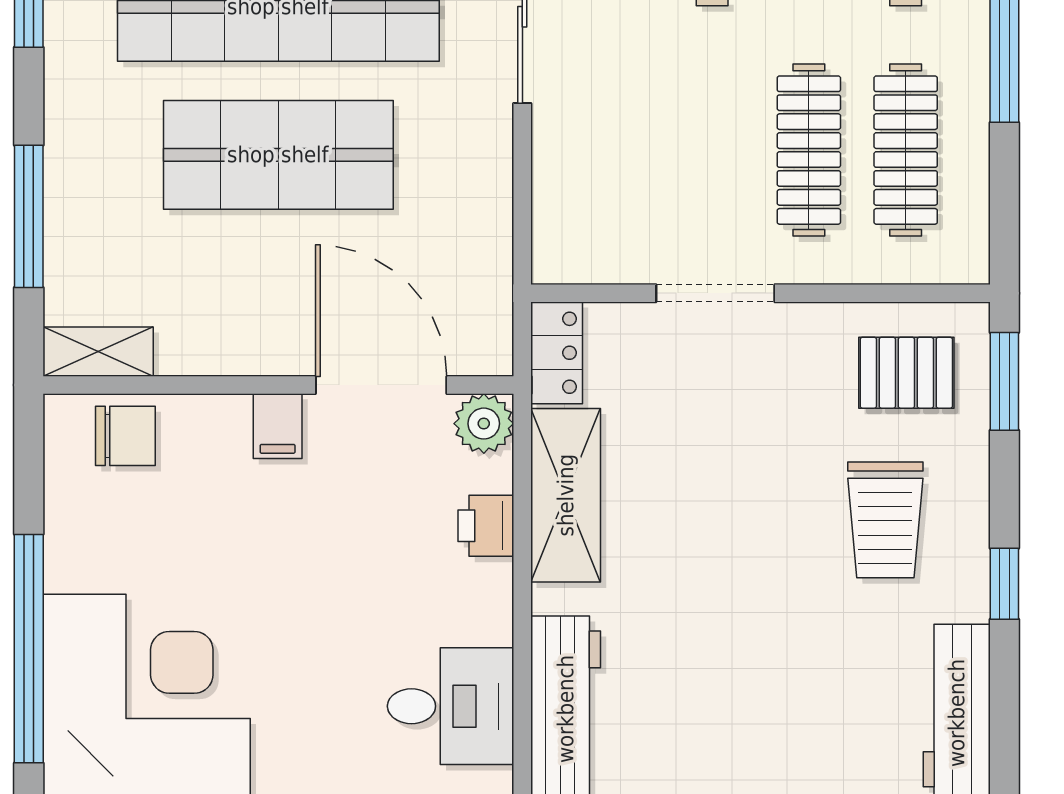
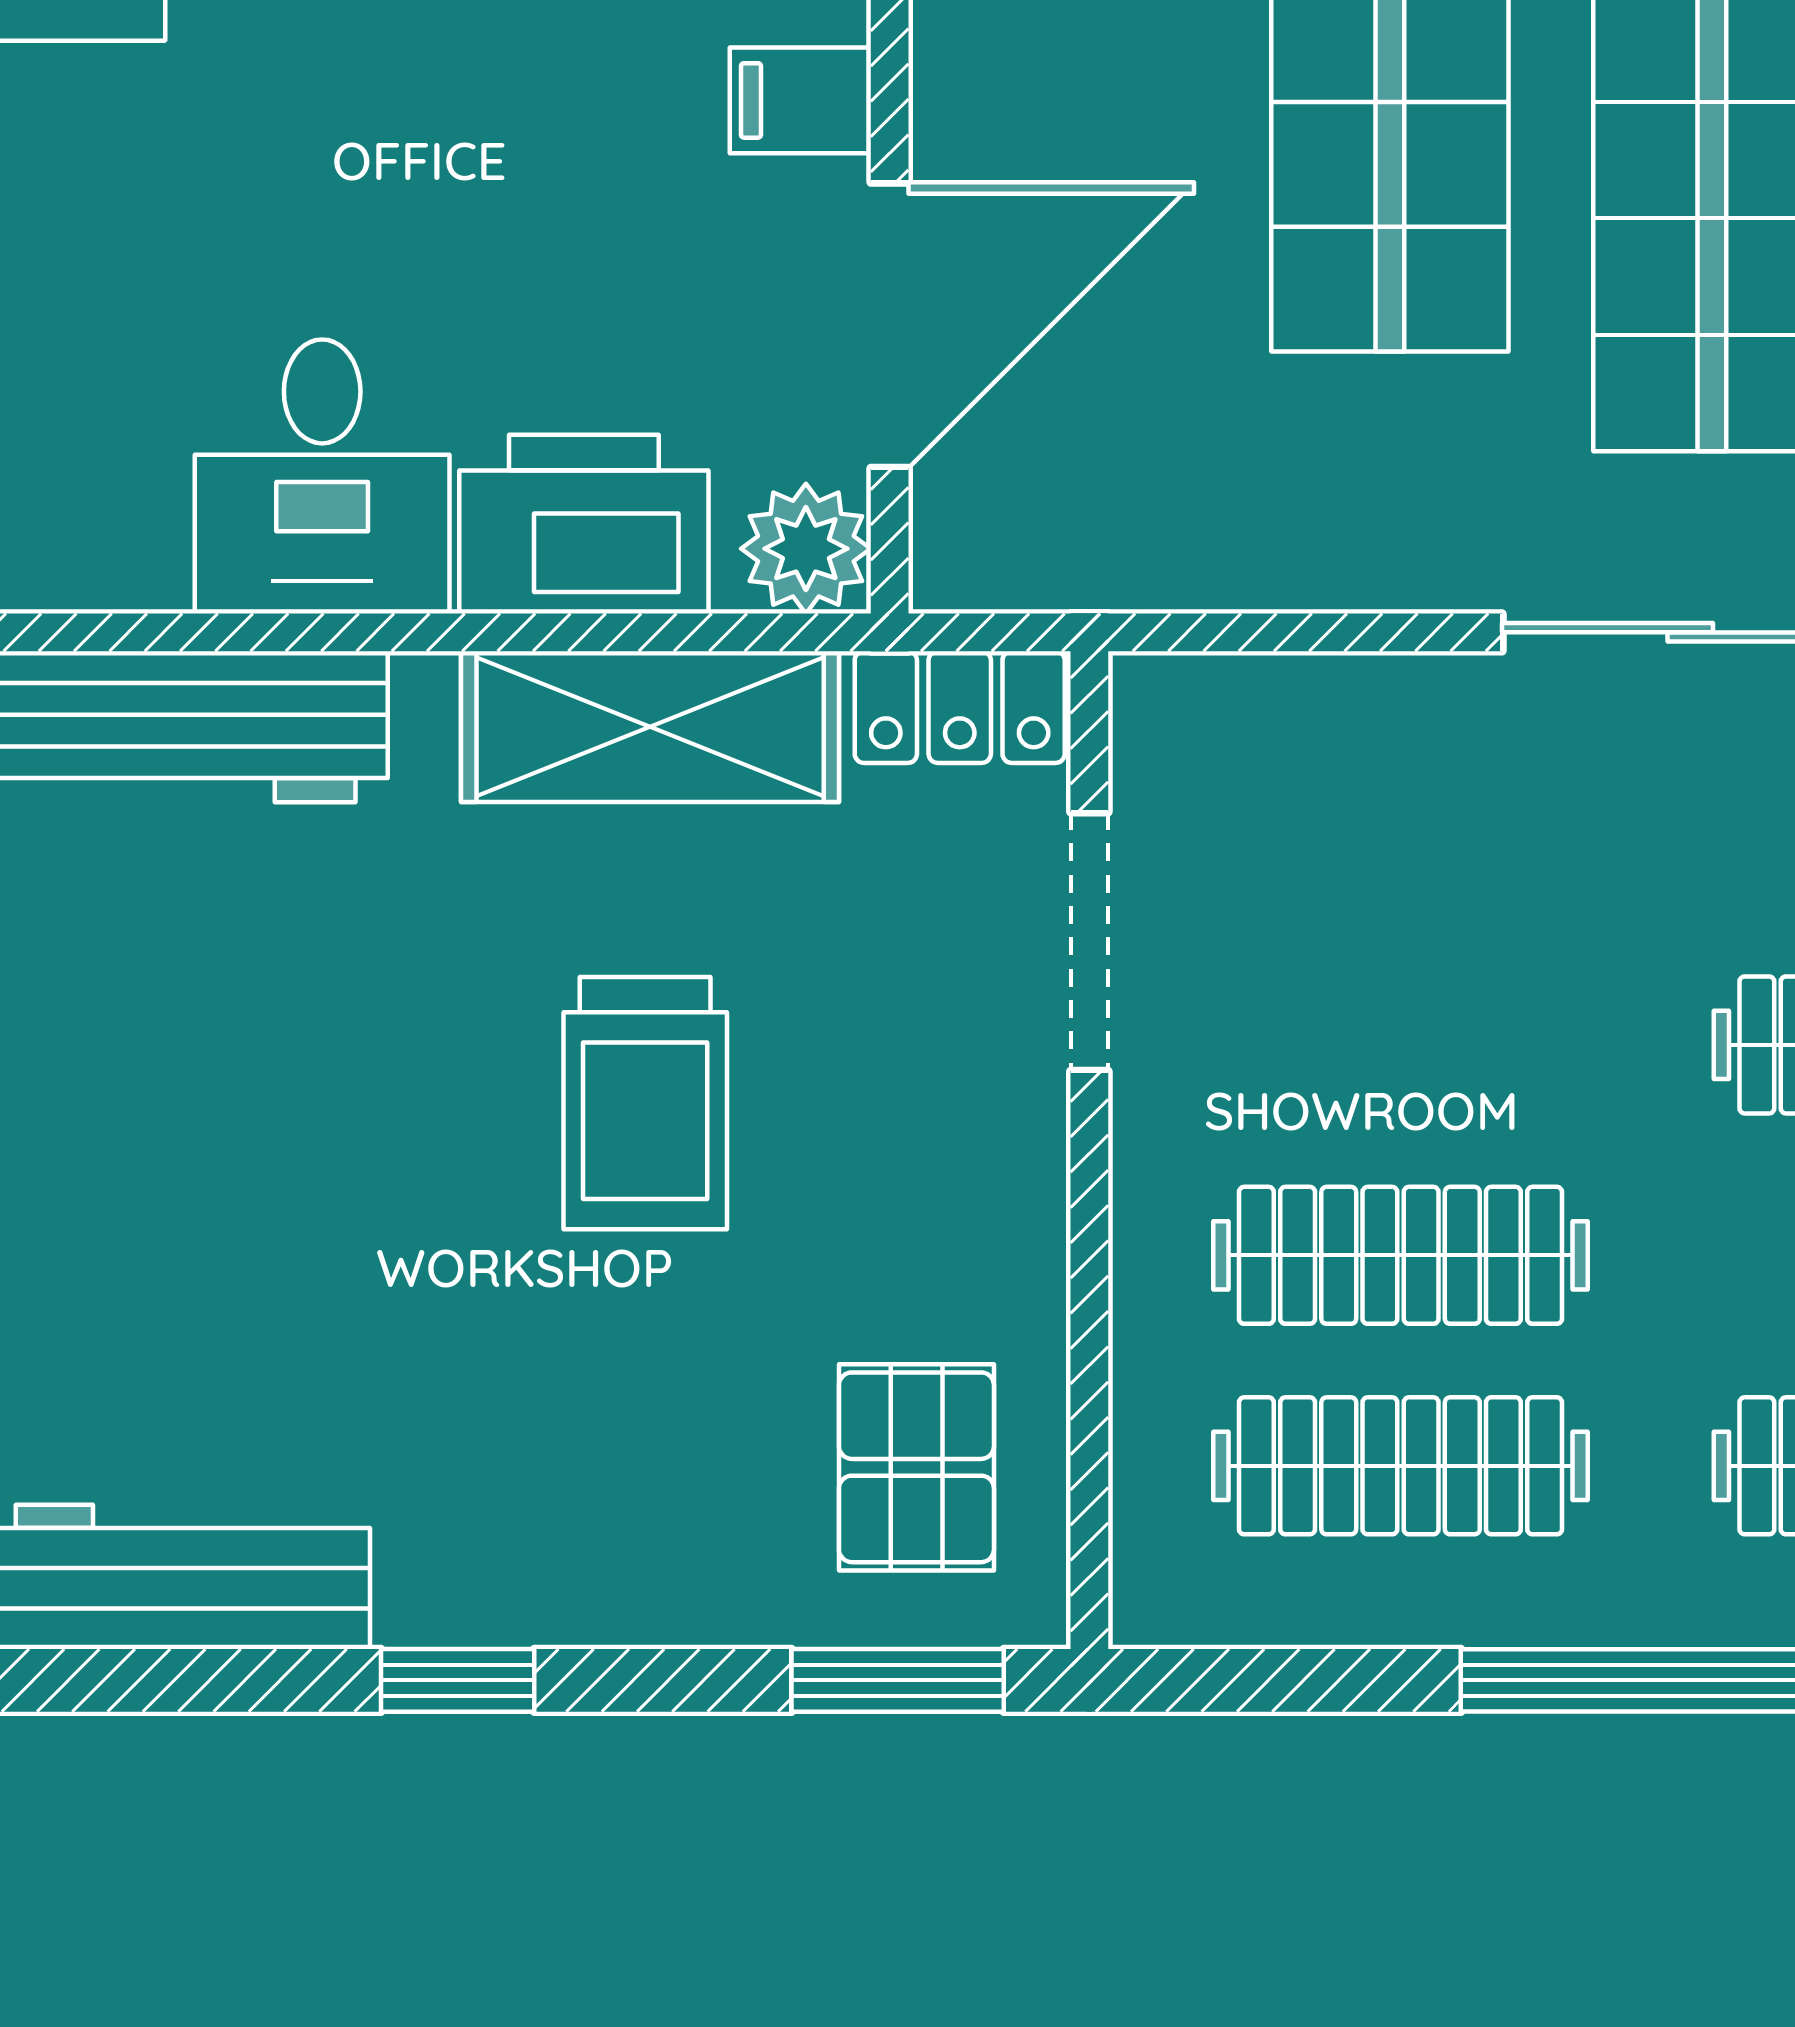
doorway: (715, 293) -> (1089, 942), moved
trolley: (885, 520) -> (645, 1103), moved, turned -90
printer: (486, 526) -> (584, 524), width x1.87, depth x1.48
desk: (451, 706) -> (322, 476), moved

